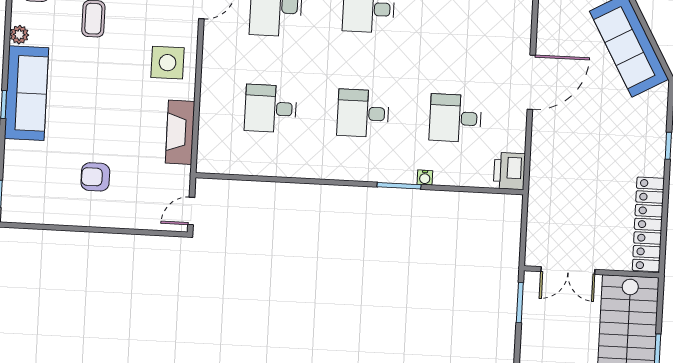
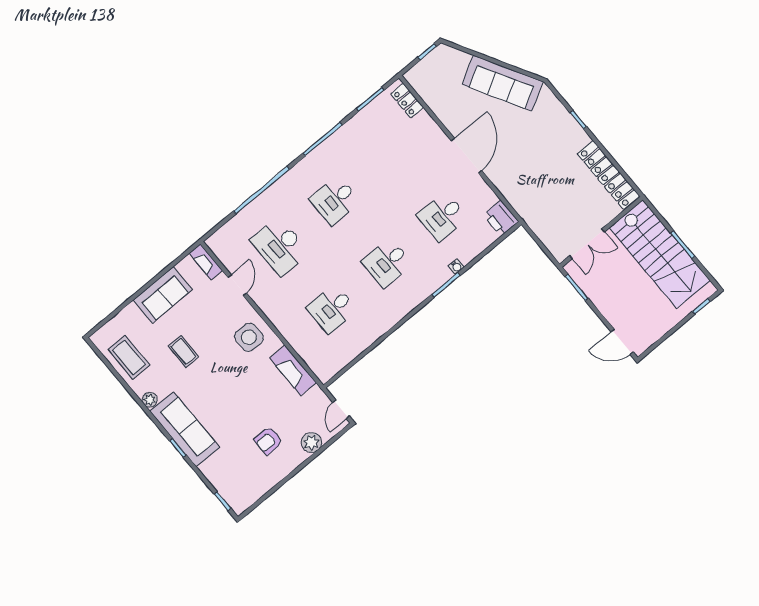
plant: (134, 216) -> (311, 442), added

